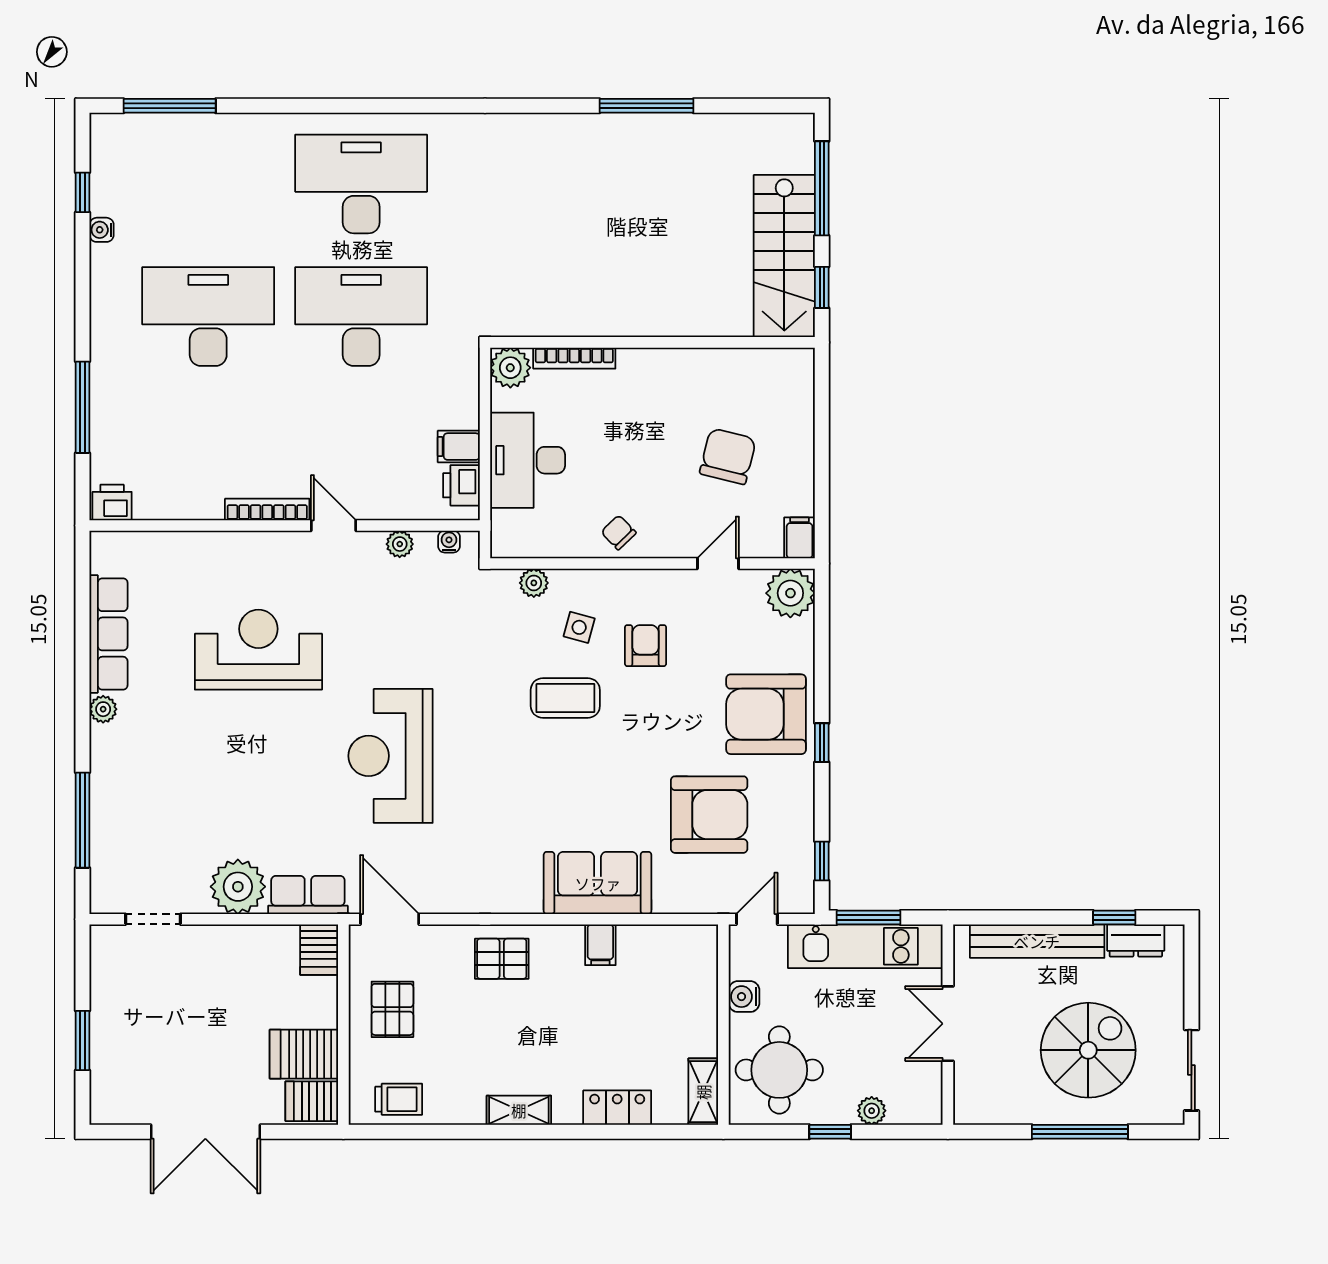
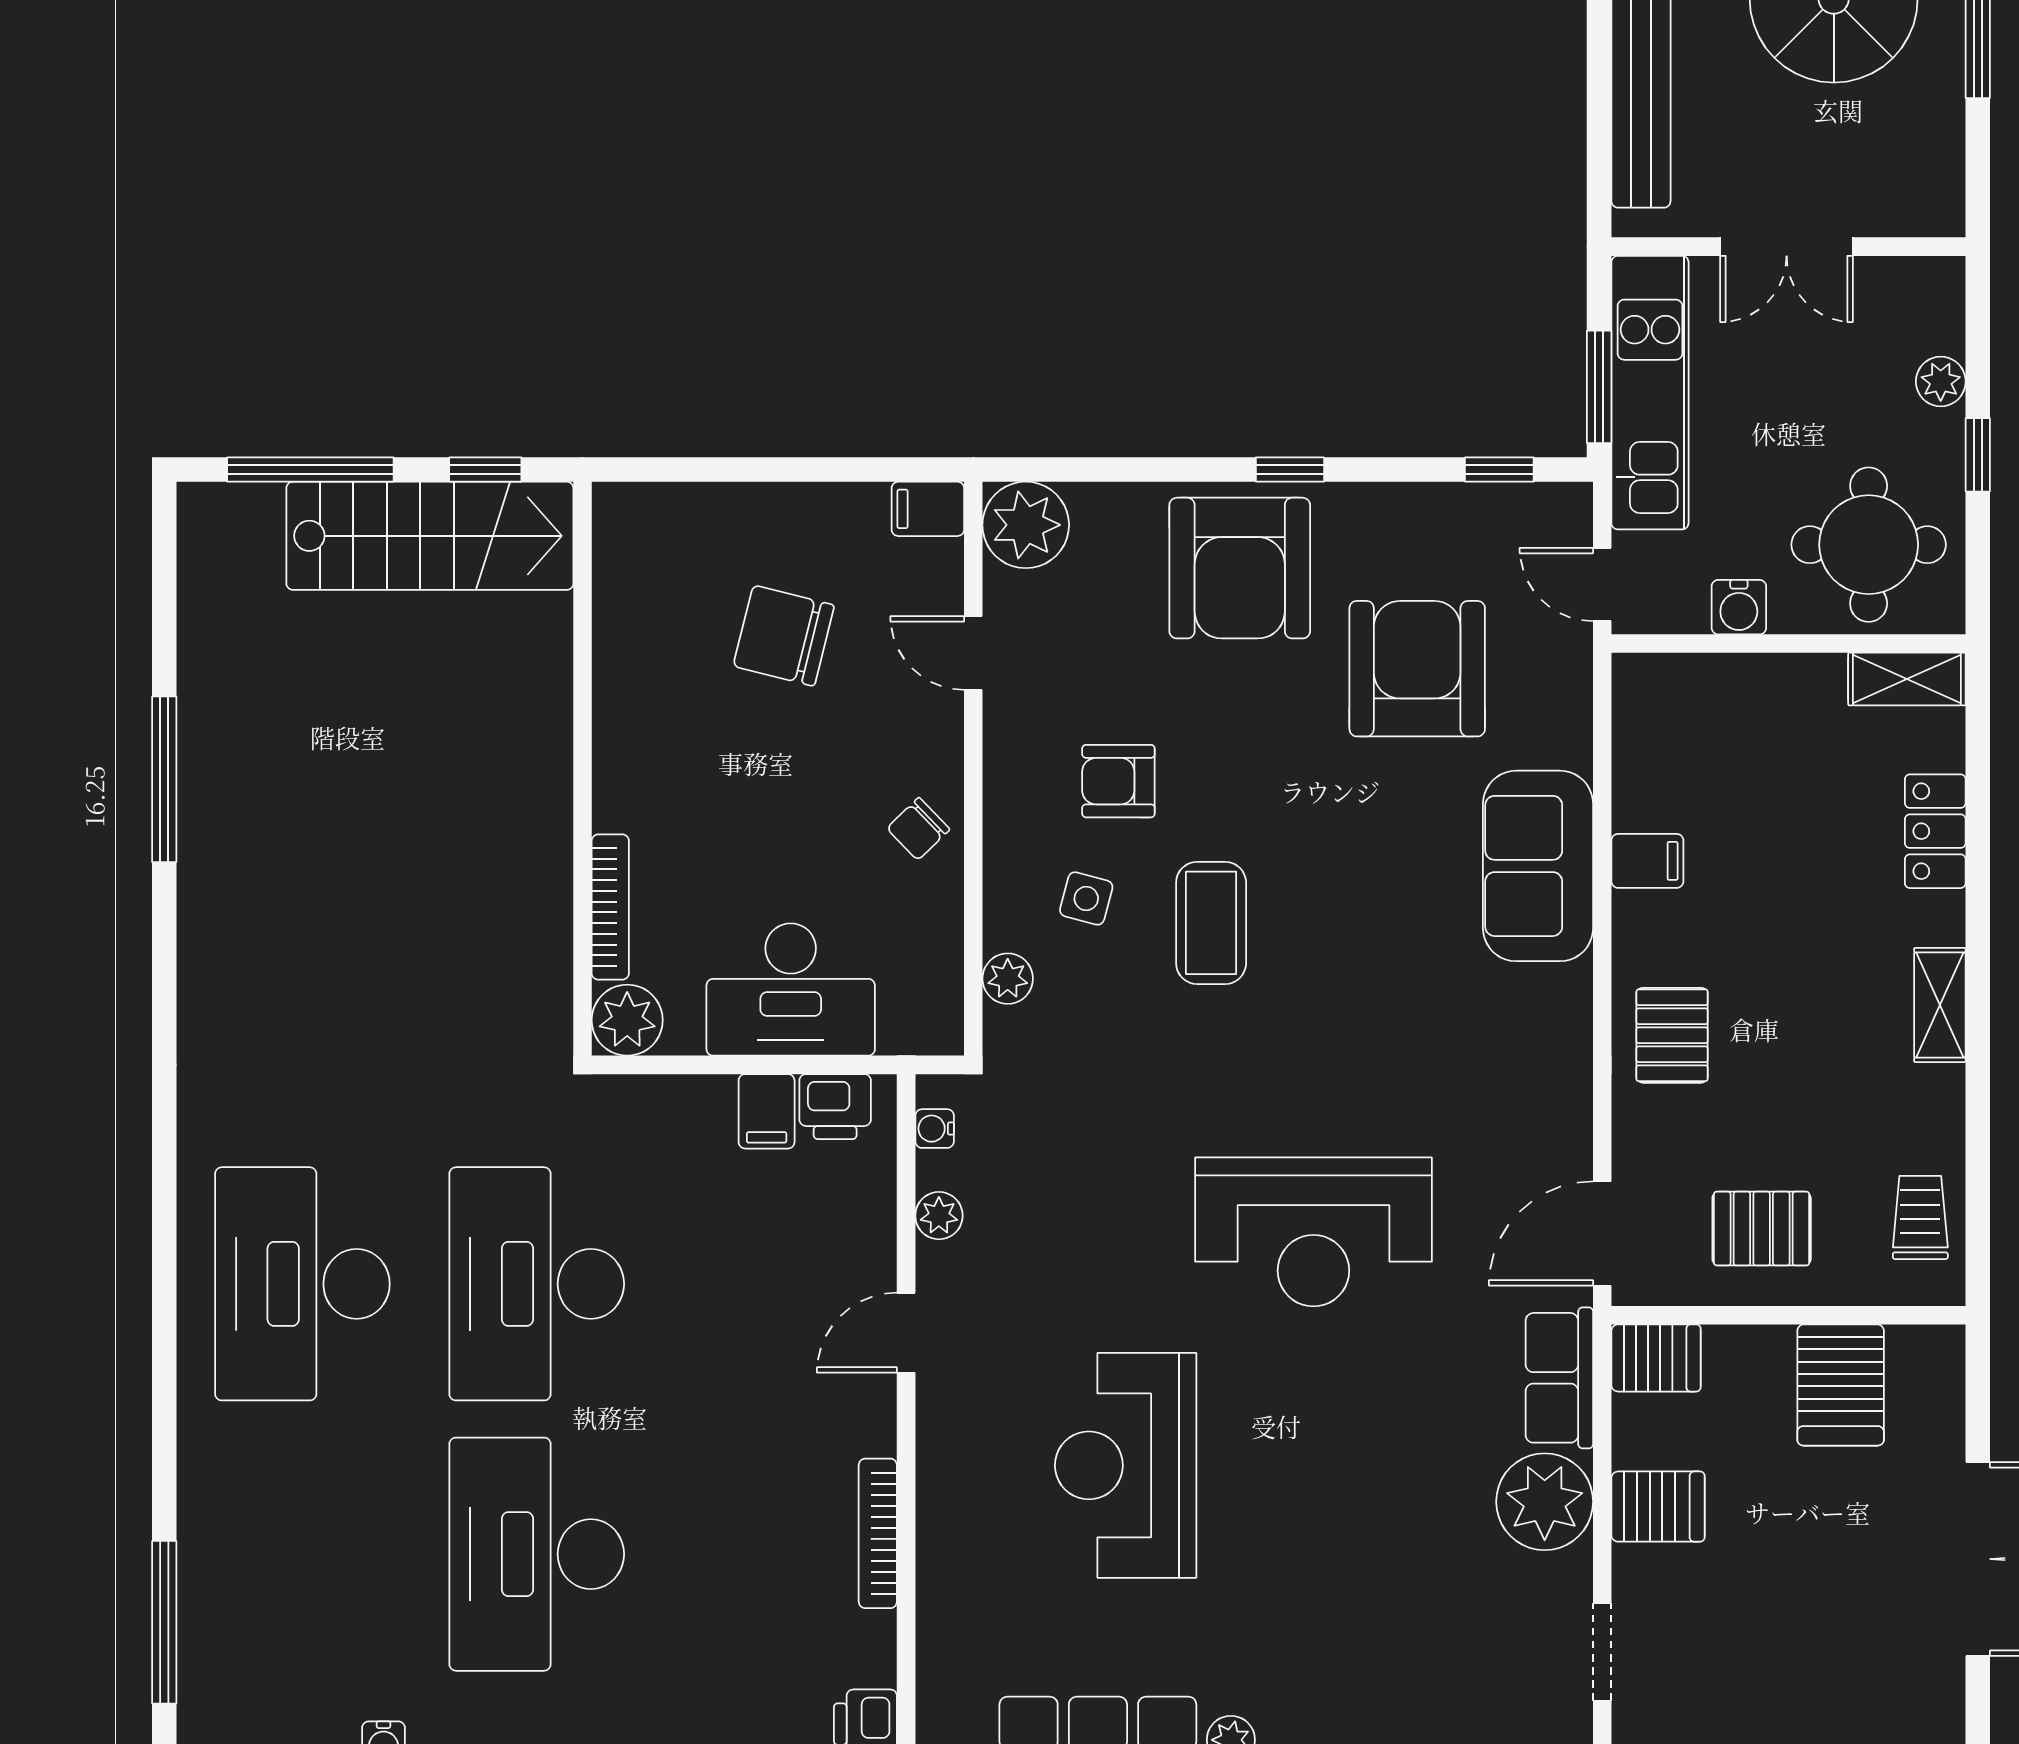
bookcase: (267, 509) -> (878, 1533), moved
server rack: (312, 1101) -> (1658, 1507), moved, turned -90

